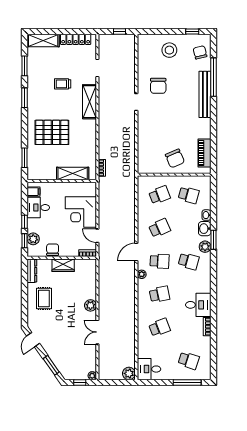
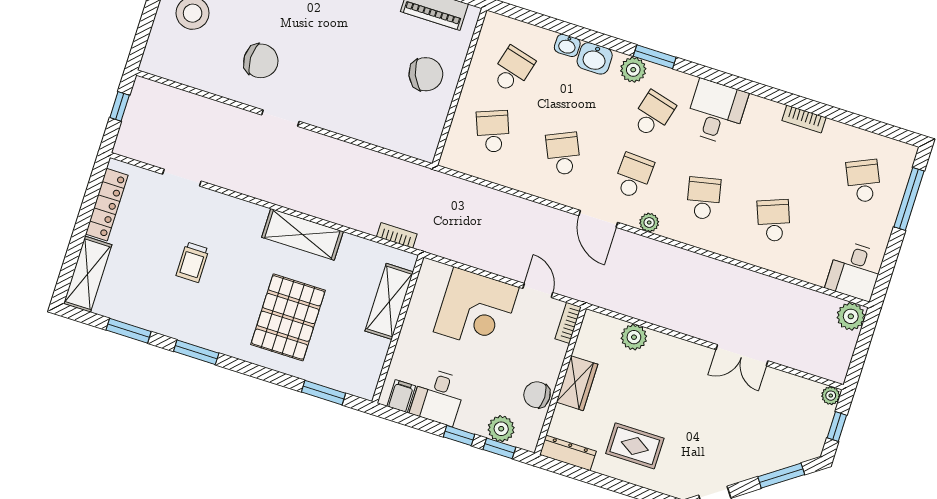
shelving: (89, 102) -> (302, 234), moved
door: (97, 236) -> (538, 290), swing flipped
window: (214, 240) -> (655, 57), moved
plant: (90, 305) -> (634, 337), moved
desk: (198, 305) -> (716, 112), moved
school desk: (189, 361) -> (863, 181), turned -42

